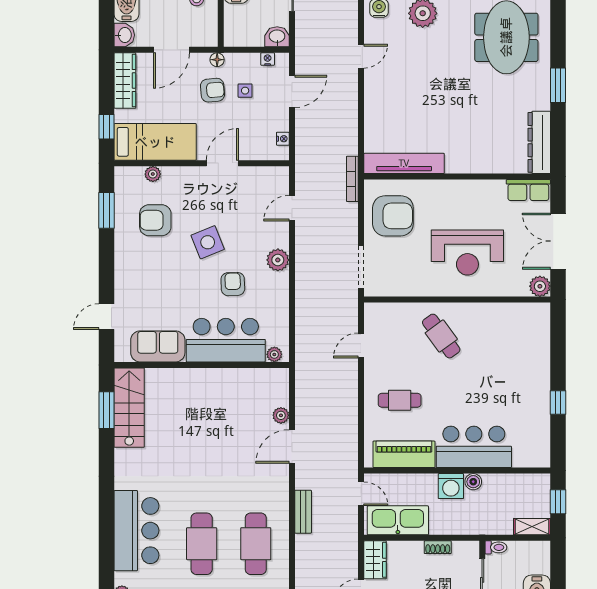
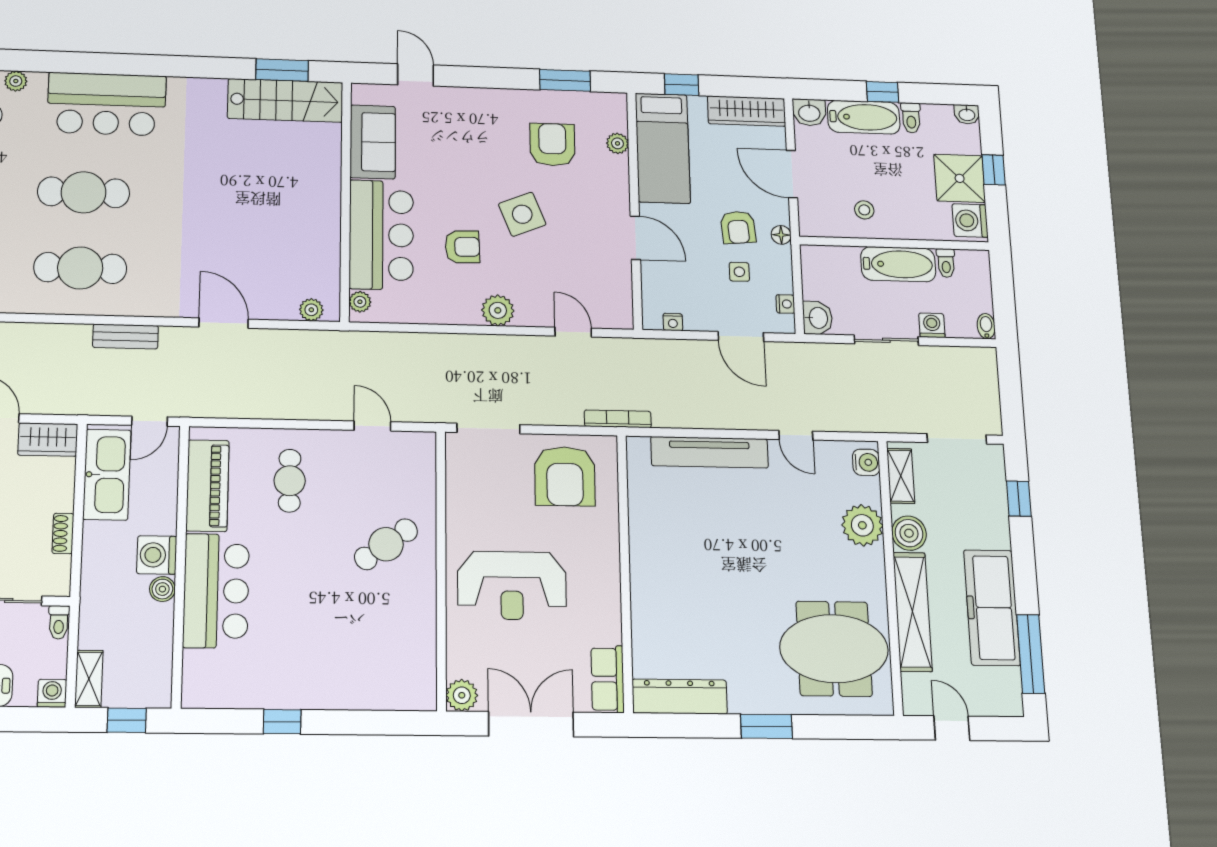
tv unit: (404, 163) -> (709, 452), moved, turned 90
reception desk: (467, 253) -> (512, 586), turned -90
plant: (281, 415) -> (311, 310), moved
washing machine: (541, 550) -> (52, 693), added

